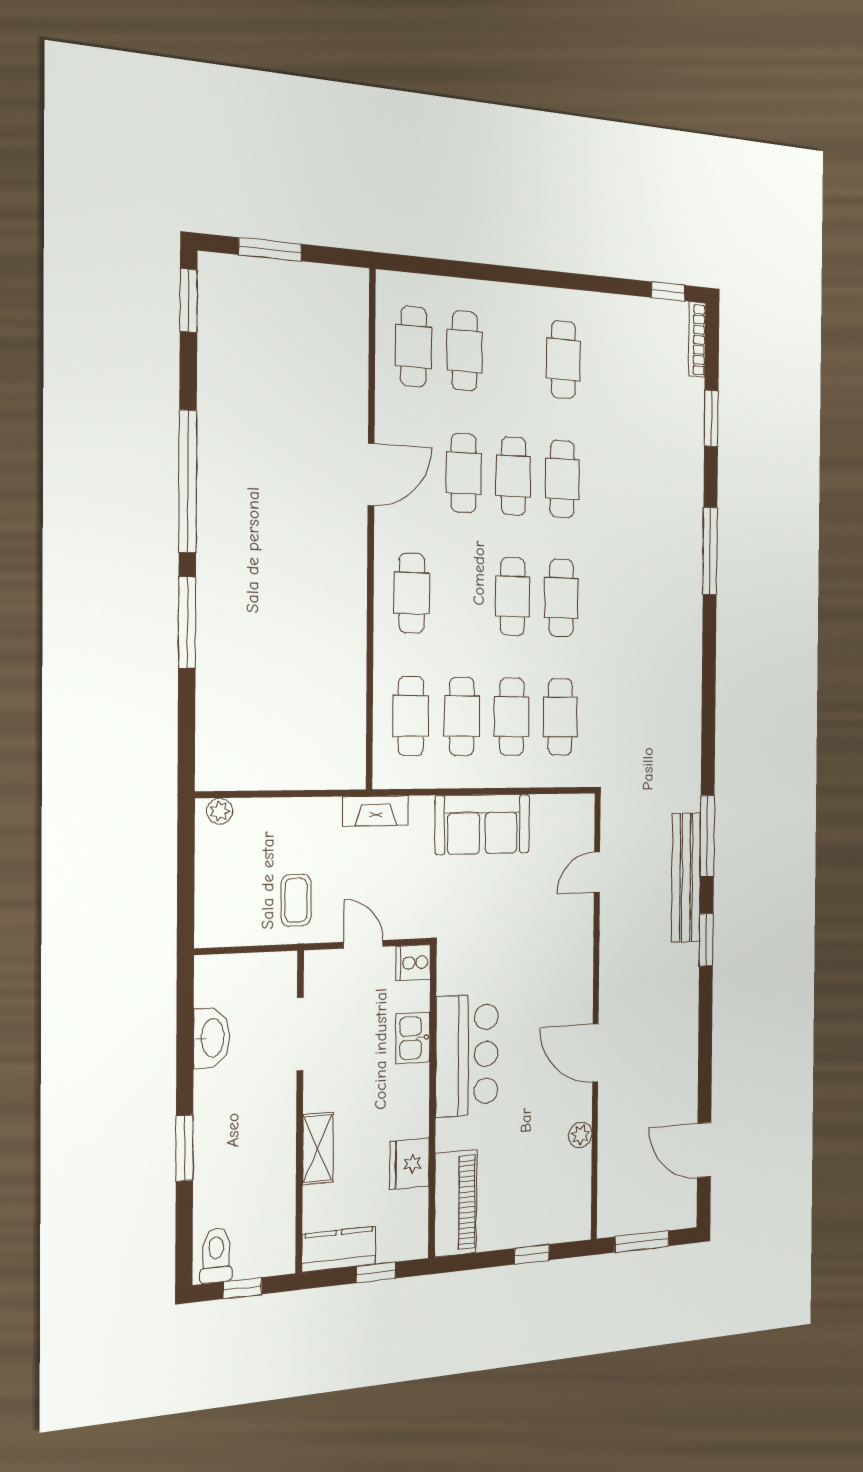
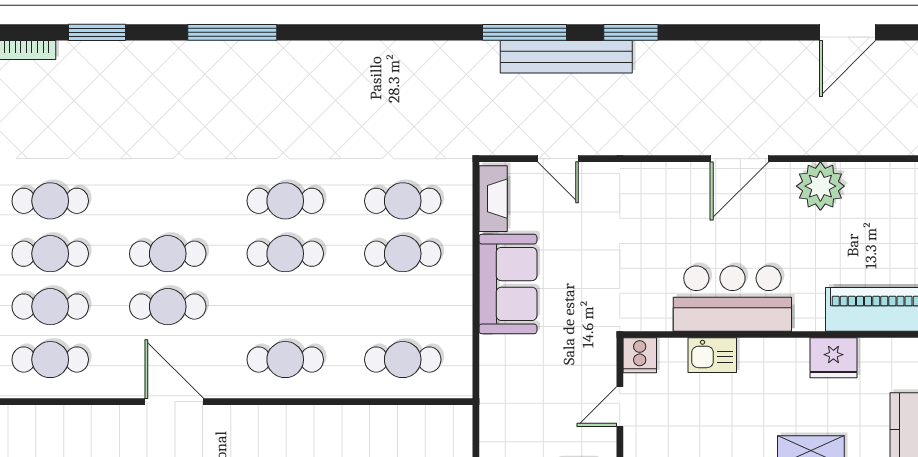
cafe table: (562, 479) -> (50, 254), moved
cafe table: (462, 716) -> (403, 307), removed
fireplace: (376, 811) -> (493, 199), moved
plant: (580, 1135) -> (820, 186), width x1.87, depth x1.87

